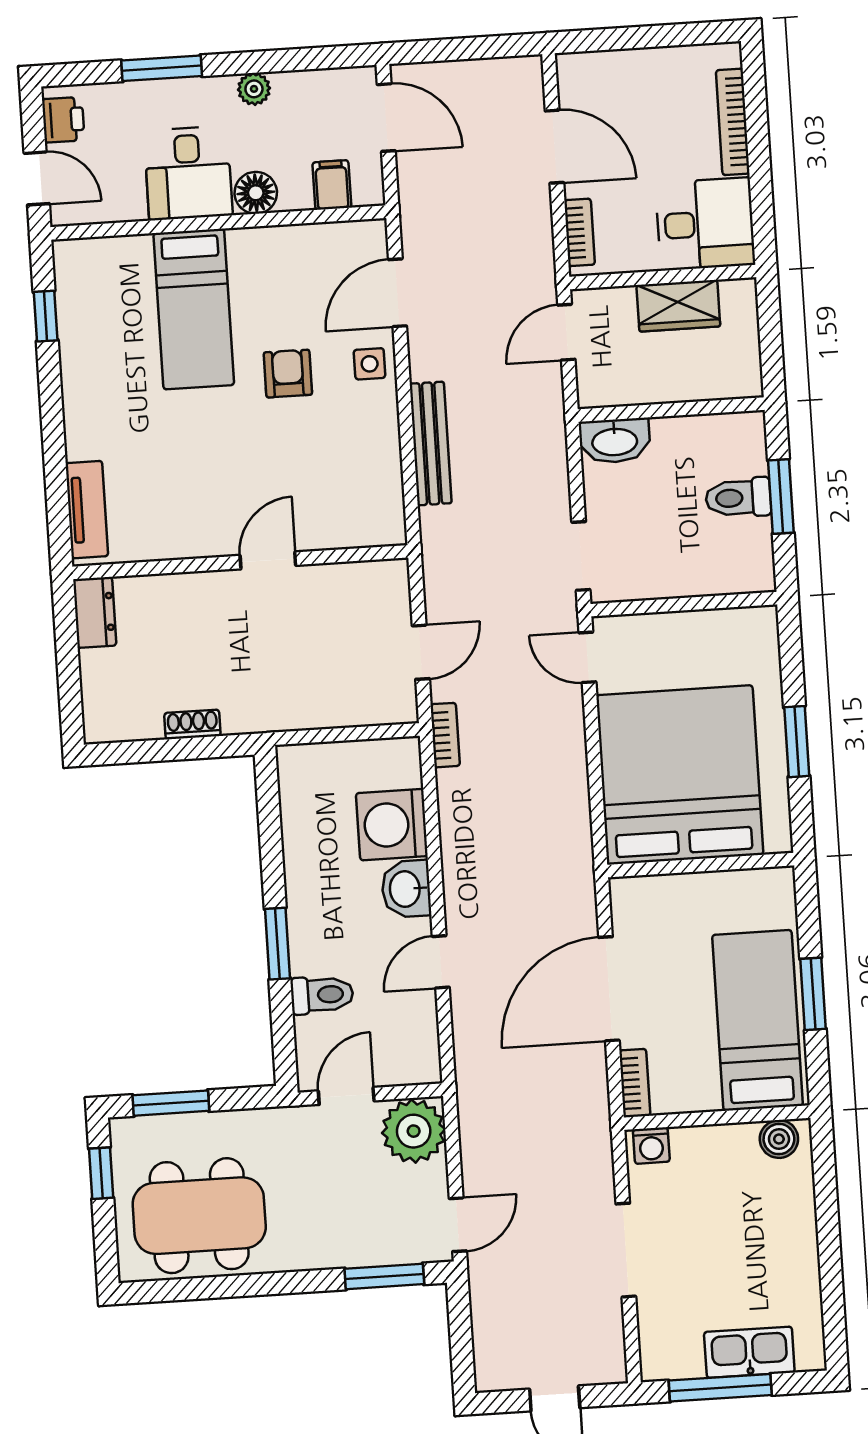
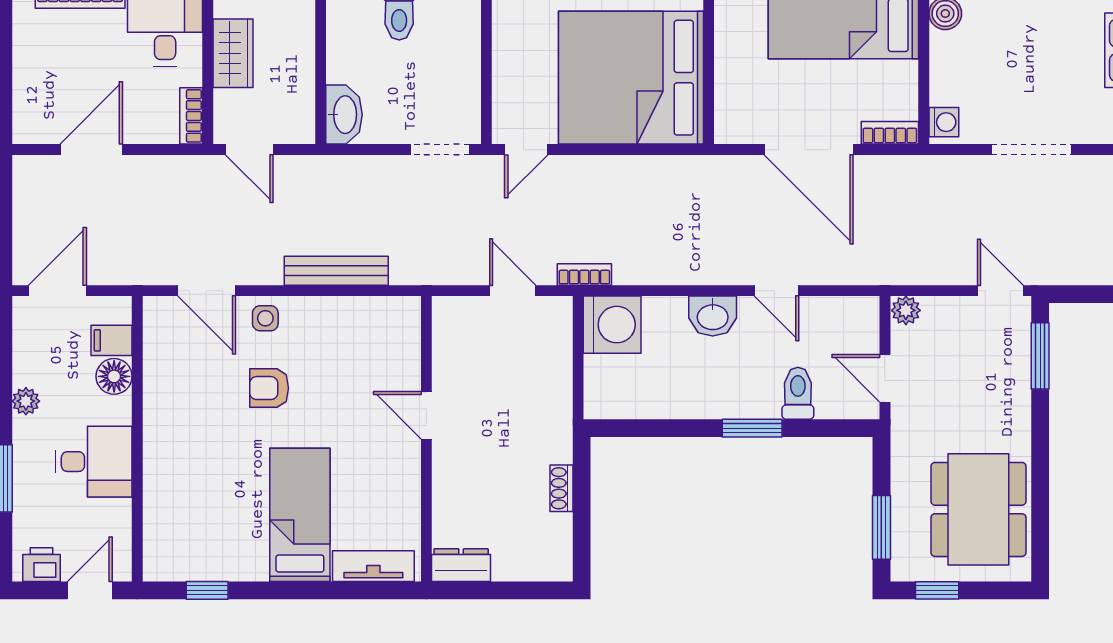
floor lamp: (256, 193) -> (114, 376), moved
bookcase: (580, 232) -> (191, 116), moved, turned -90
bed: (194, 309) -> (300, 515), moved, turned -90
washing machine: (392, 825) -> (612, 325), moved, turned -90
plant: (414, 1131) -> (906, 310), width x0.53, depth x0.53

